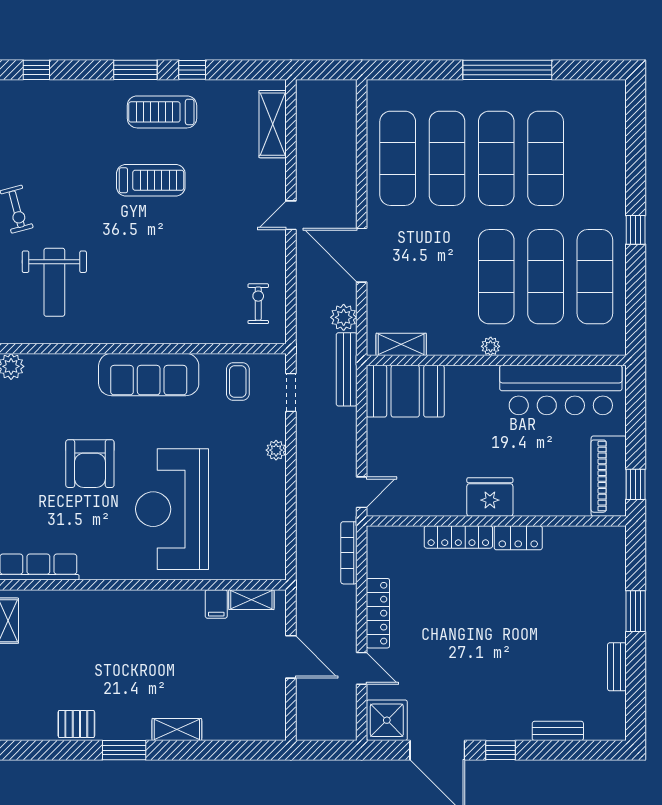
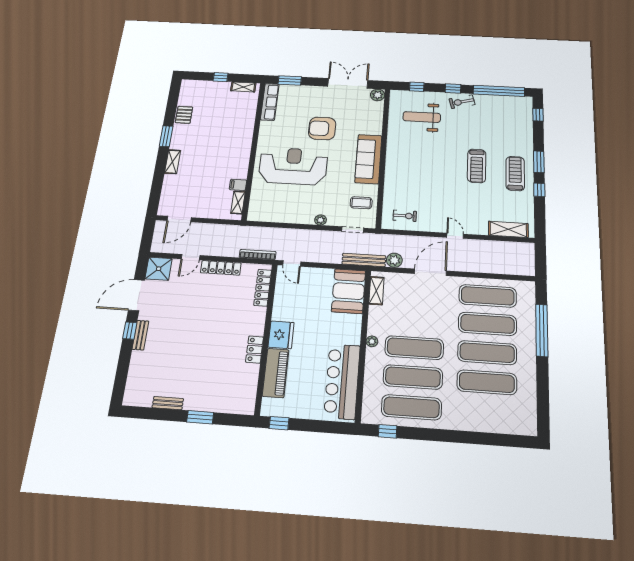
window: (507, 70) -> (542, 330), moved
window: (636, 230) -> (388, 431), moved
piano: (609, 476) -> (276, 373), moved, turned 90
locker: (458, 537) -> (263, 288), moved
door: (291, 657) -> (179, 219), moved
bench: (558, 731) -> (140, 335), moved

